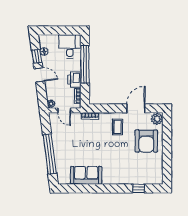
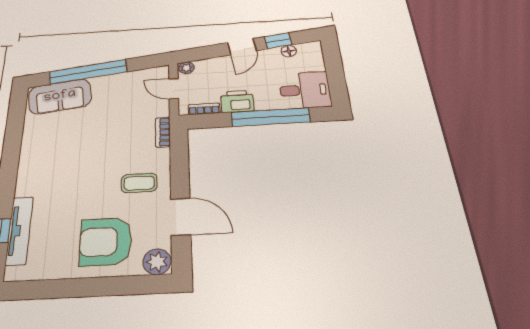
door: (64, 110) -> (174, 89), hinge flipped
sofa: (86, 175) -> (60, 96), moved, turned 82
tv unit: (139, 180) -> (19, 230), added

